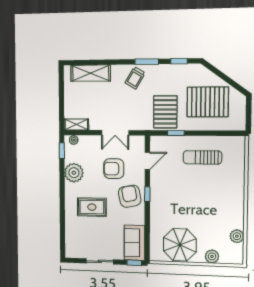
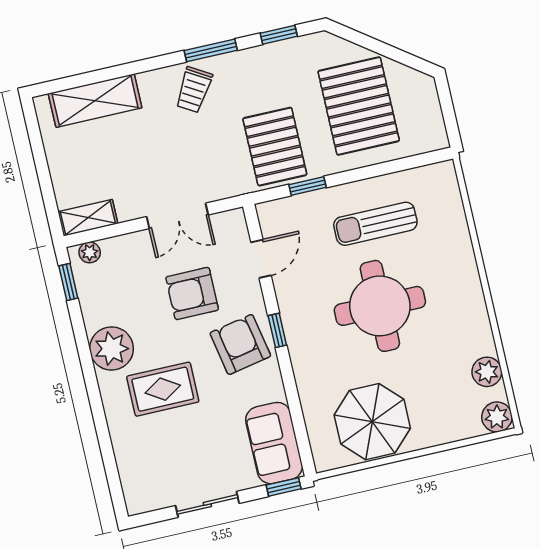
pallet: (208, 102) -> (359, 106), turned 90
plant: (74, 173) -> (112, 349), moved
round table: (196, 195) -> (380, 306), added
plant: (212, 256) -> (497, 417), moved

